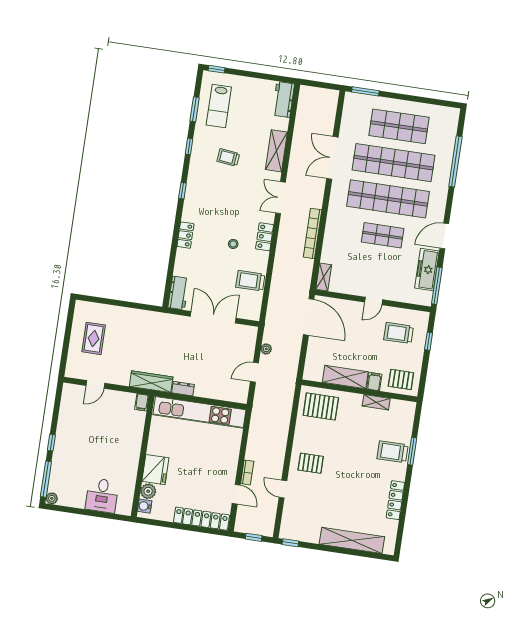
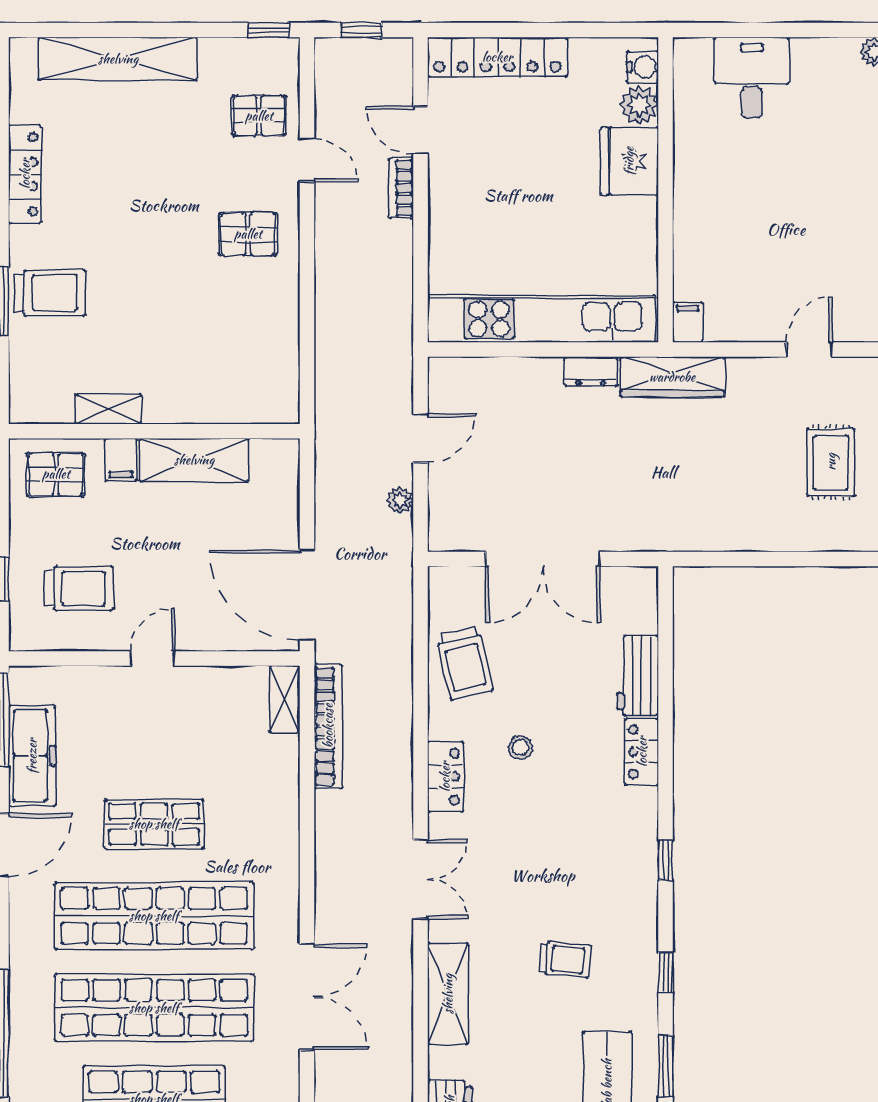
bookcase: (313, 233) -> (328, 726), moved
trolley: (250, 281) -> (464, 663), turned 77
workbench: (178, 293) -> (638, 676), moved
pallet: (321, 406) -> (259, 116), moved, width x0.67, depth x0.71

